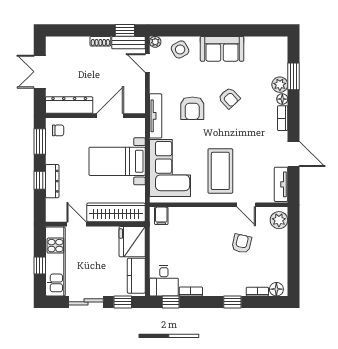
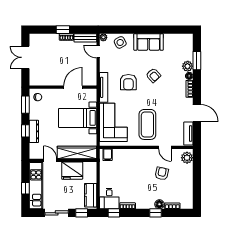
window: (125, 30) -> (63, 30), moved
dresser: (69, 105) -> (45, 80), removed
fridge: (132, 242) -> (72, 171), moved, turned -90
floor lamp: (276, 289) -> (159, 204), moved

